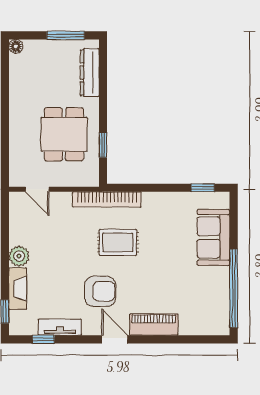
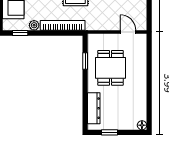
window: (66, 35) -> (109, 132), width x0.67
bookcase: (107, 199) -> (63, 25), moved
plant: (181, 200) -> (34, 25), added

